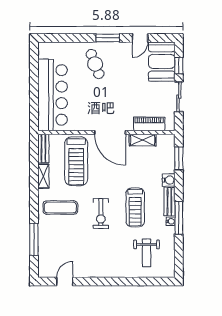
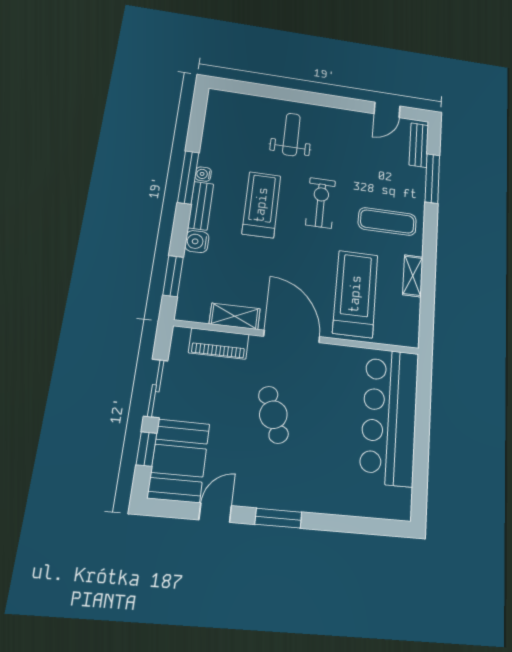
cafe table: (95, 64) -> (273, 415), moved
bench: (43, 148) -> (419, 145), moved
weight bench: (147, 253) -> (291, 134), moved

